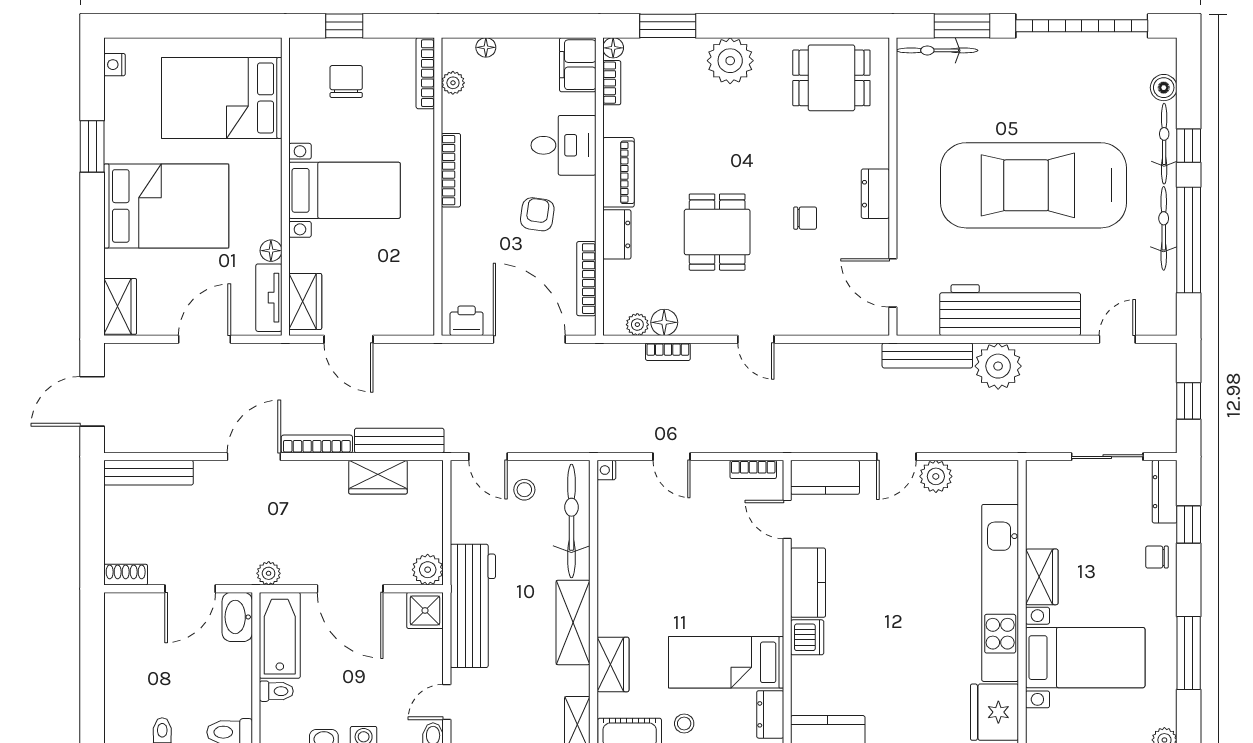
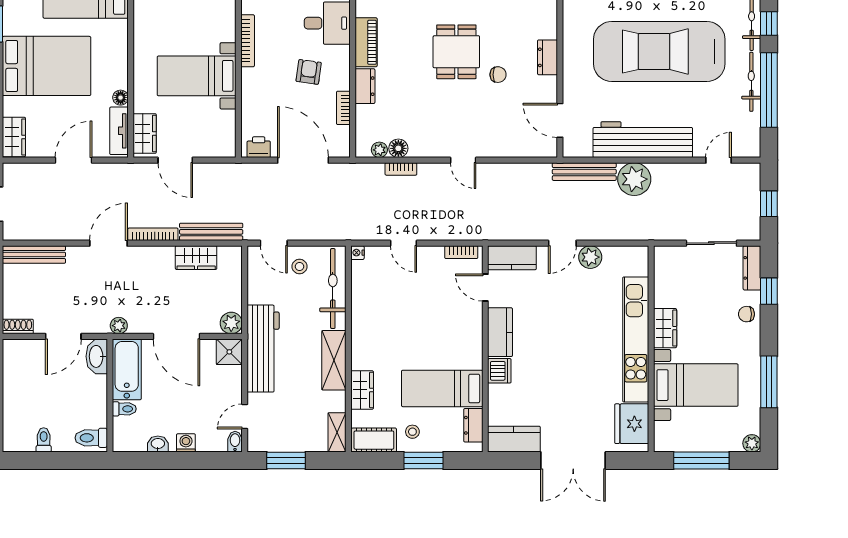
bed with nightstands: (345, 190) -> (197, 76), moved, turned 180
dining table: (717, 232) -> (456, 52), moved
bookcase: (586, 279) -> (343, 108), width x0.64

